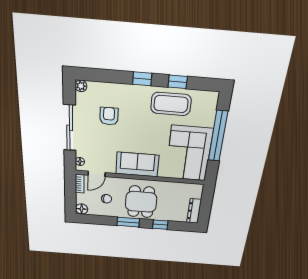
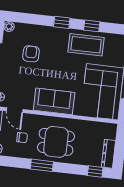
door: (97, 174) -> (15, 110), hinge flipped
dining table: (141, 202) -> (56, 142), turned 90
window: (160, 225) -> (95, 171), moved

